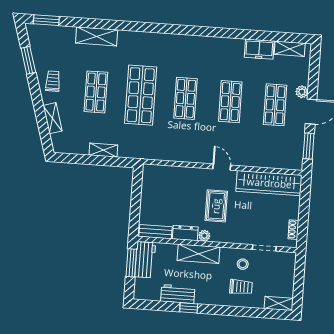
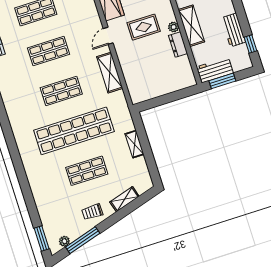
shelving: (97, 36) -> (110, 73), moved
plant: (35, 42) -> (64, 241), added
window: (28, 60) -> (83, 240), width x1.44
shop shelf: (141, 95) -> (74, 131), width x1.40
bench: (156, 232) -> (187, 71), removed
window: (189, 308) -> (251, 44), moved

